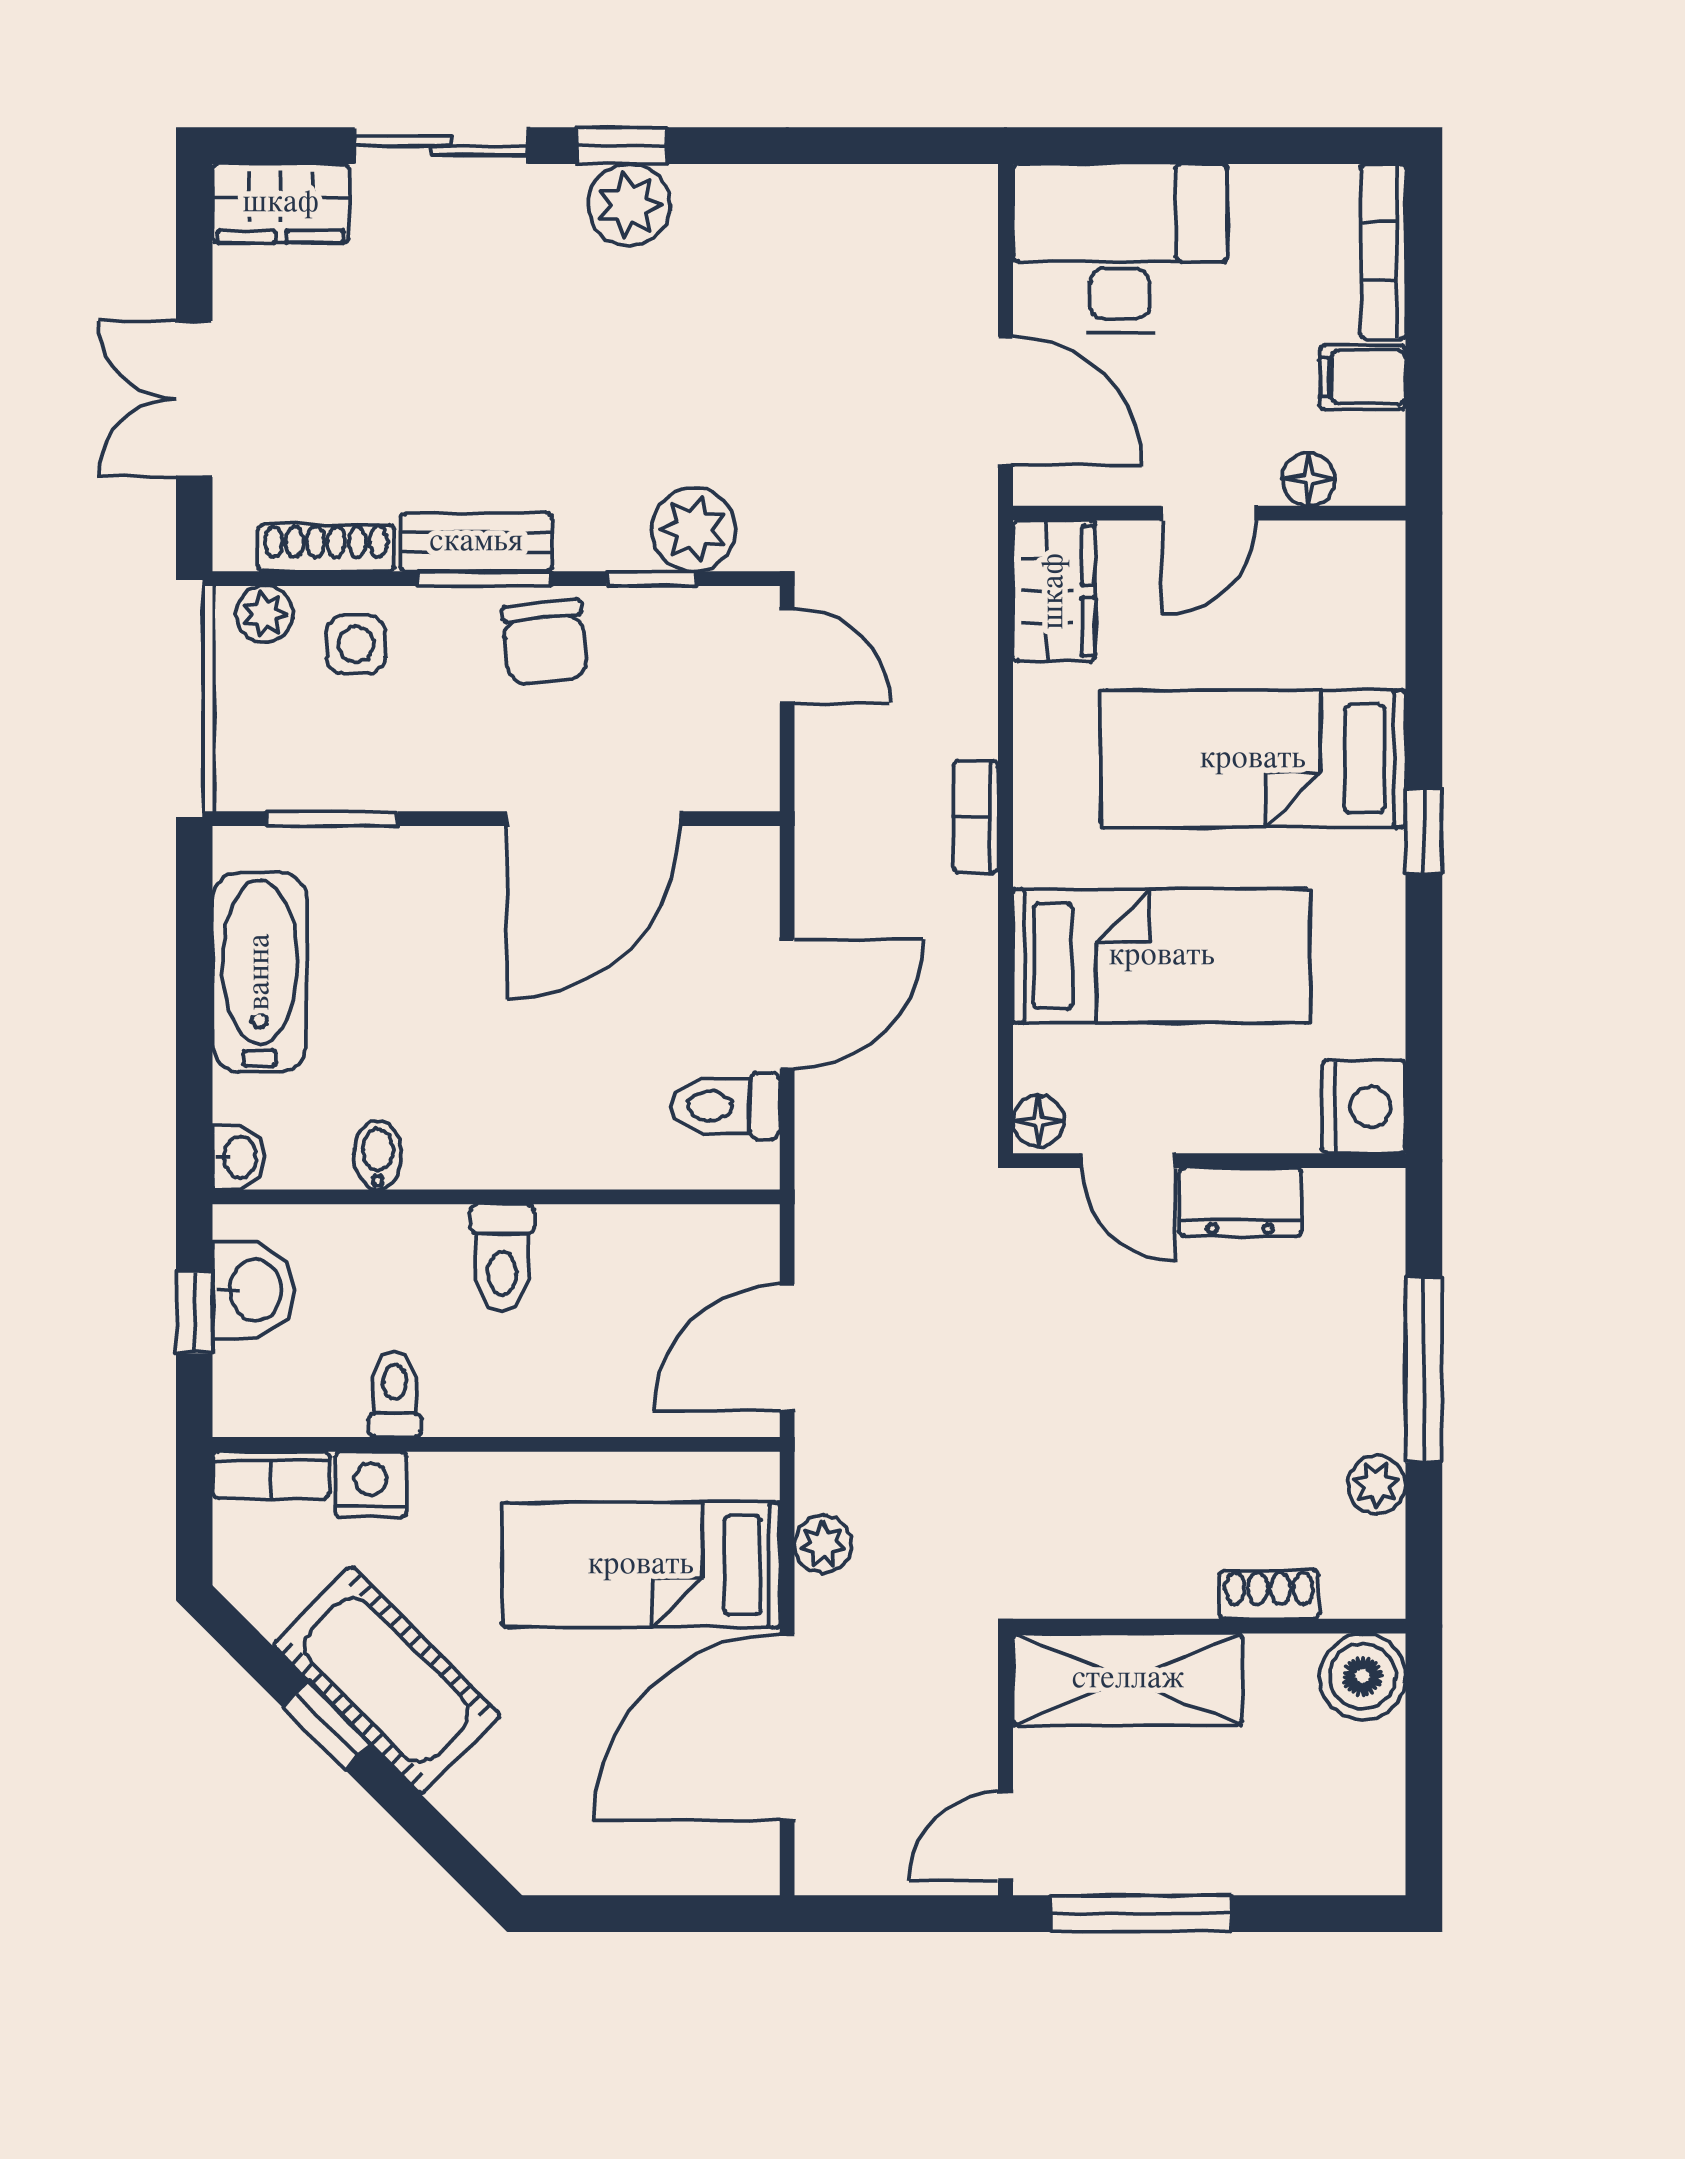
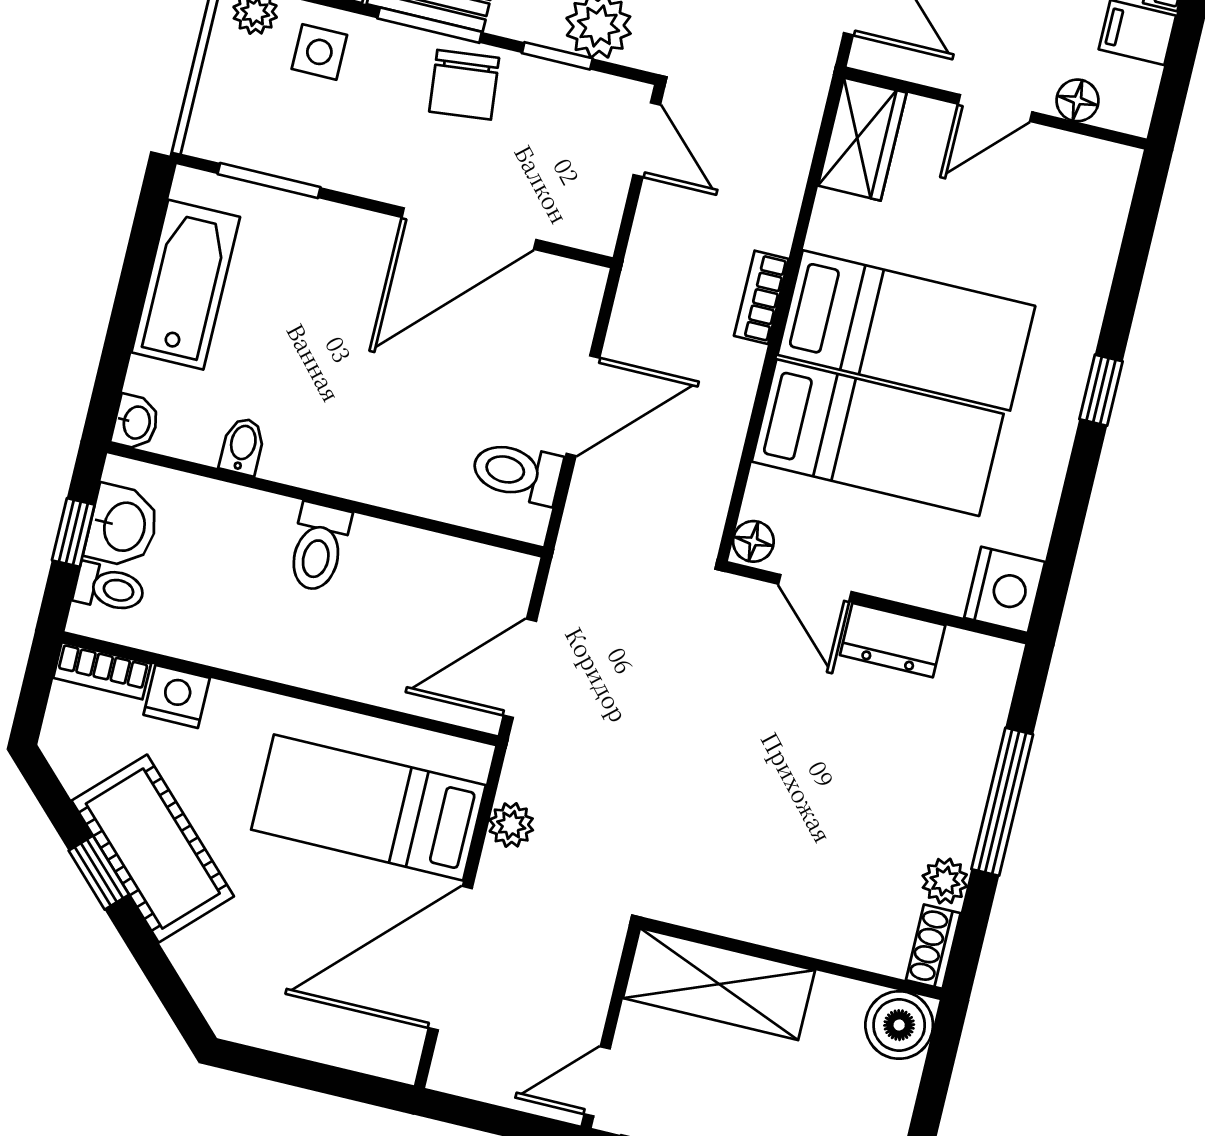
bed: (1253, 759) -> (906, 330), moved, turned 180
toilet: (395, 1394) -> (109, 588), moved, turned 90
shoe rack: (1269, 1595) -> (933, 947), moved, turned -90

